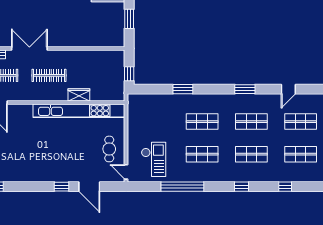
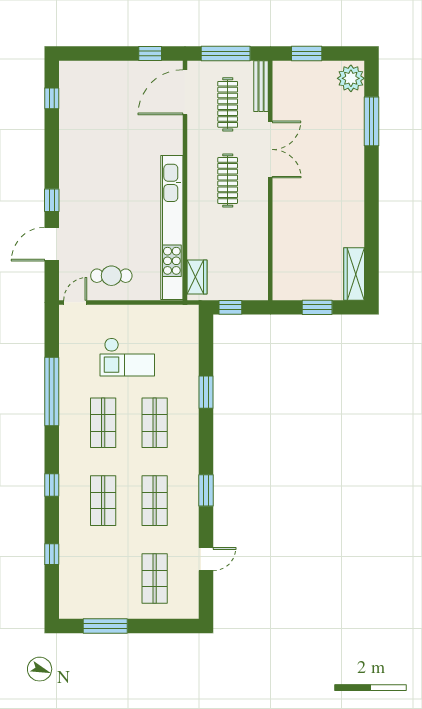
door: (288, 89) -> (206, 559), swing flipped
wardrobe: (79, 95) -> (197, 277), moved
shop shelf: (301, 154) -> (103, 579), removed
checkout: (154, 159) -> (127, 357), moved

